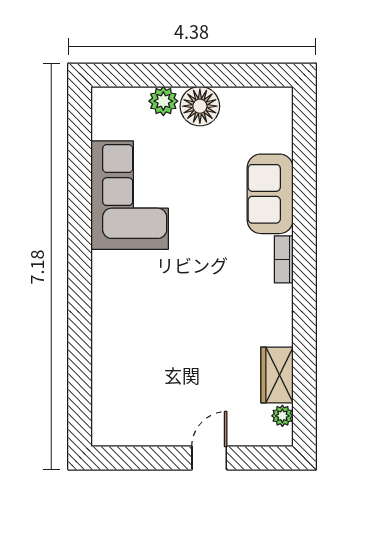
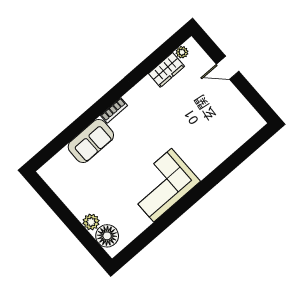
floor lamp: (200, 106) -> (107, 236), moved
corner sofa: (130, 195) -> (163, 185), moved

